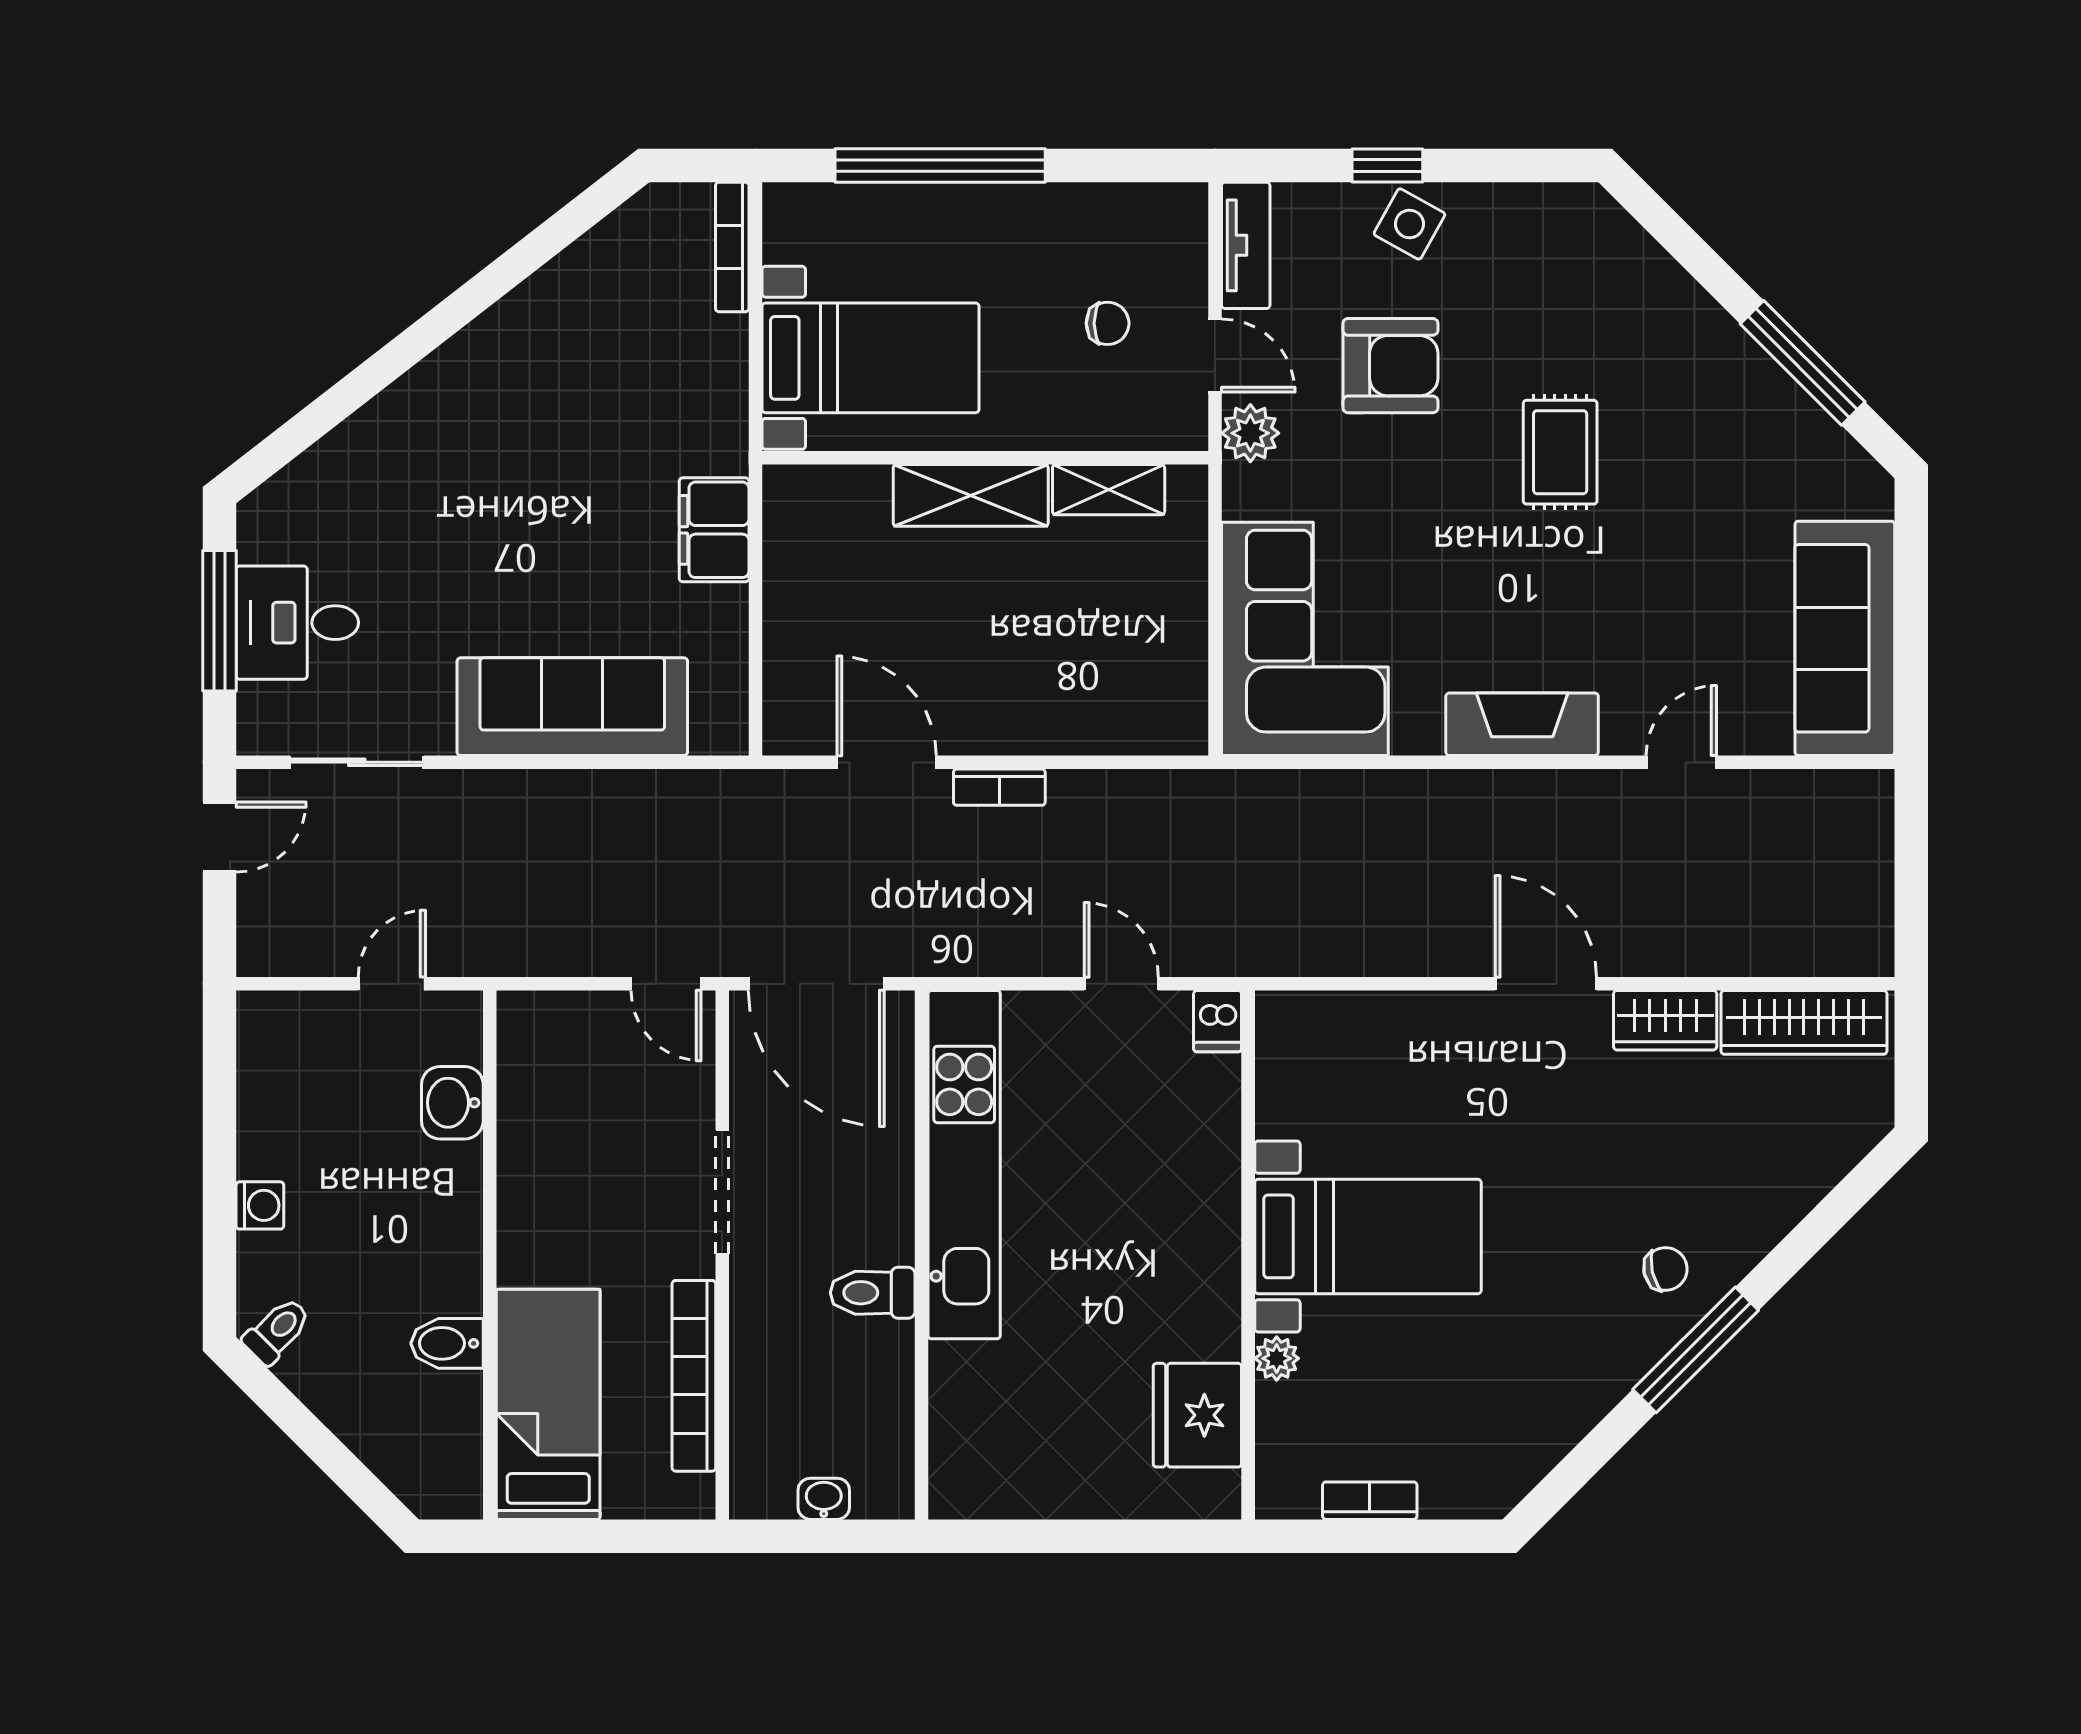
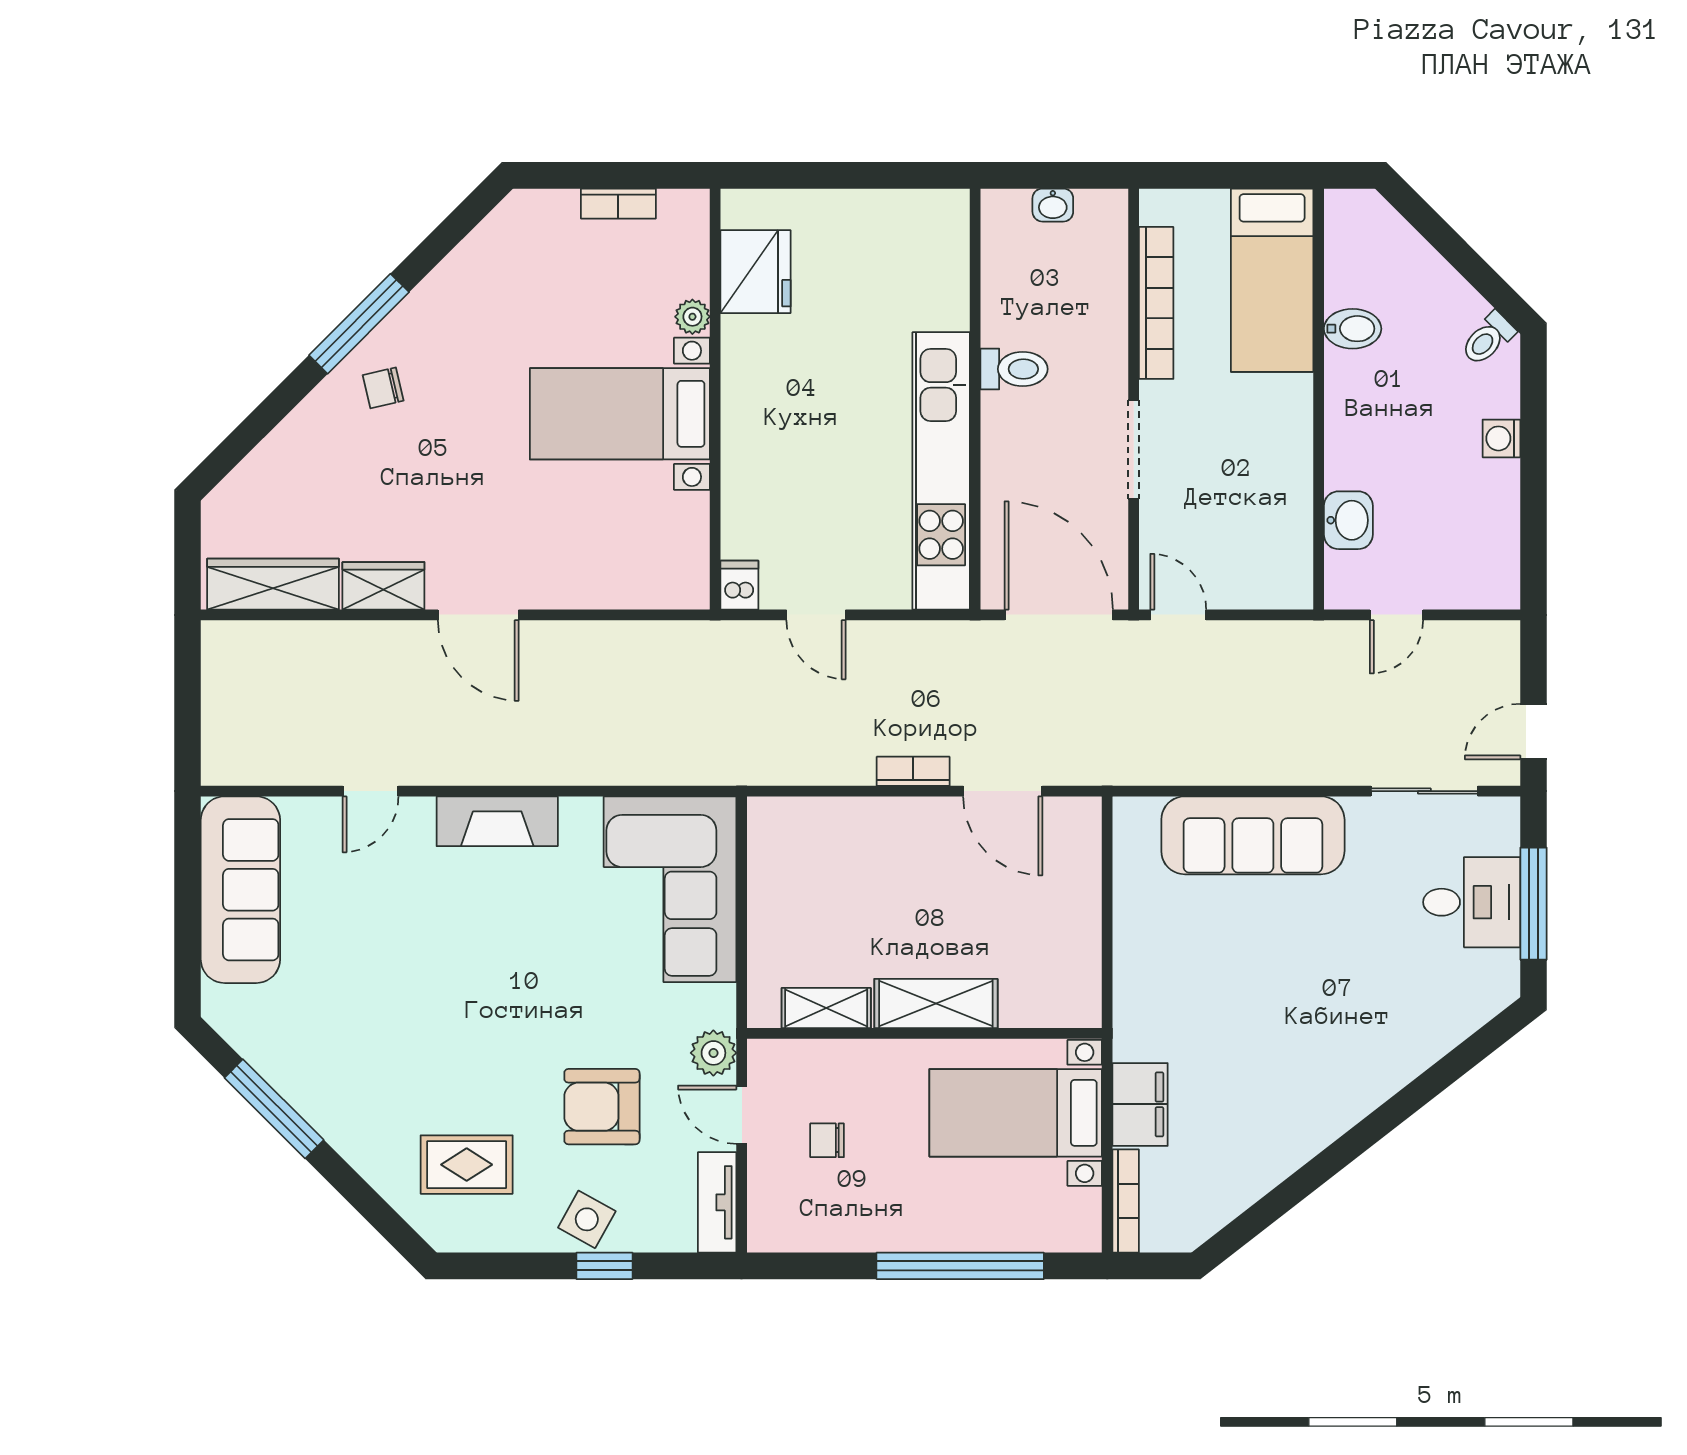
rug: (1560, 452) -> (467, 1165), moved, turned 90
filing cabinet: (714, 530) -> (1140, 1104), moved

